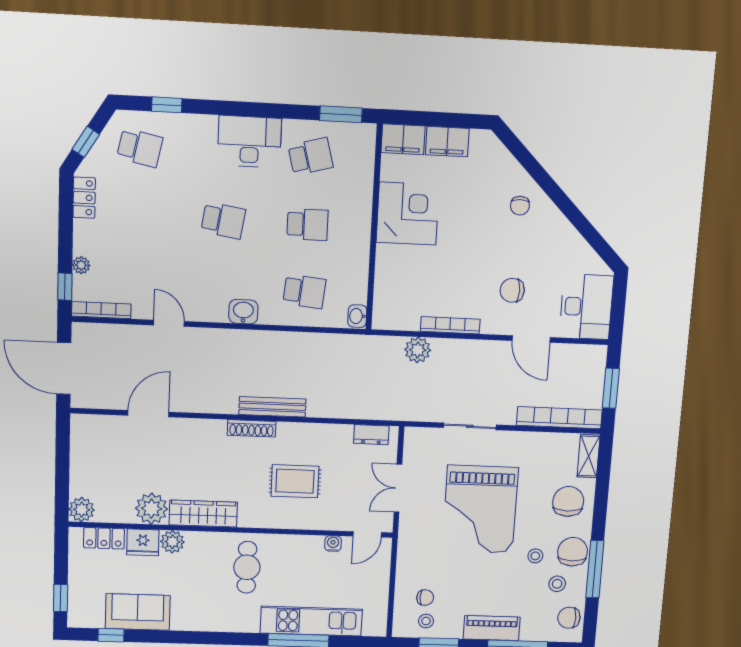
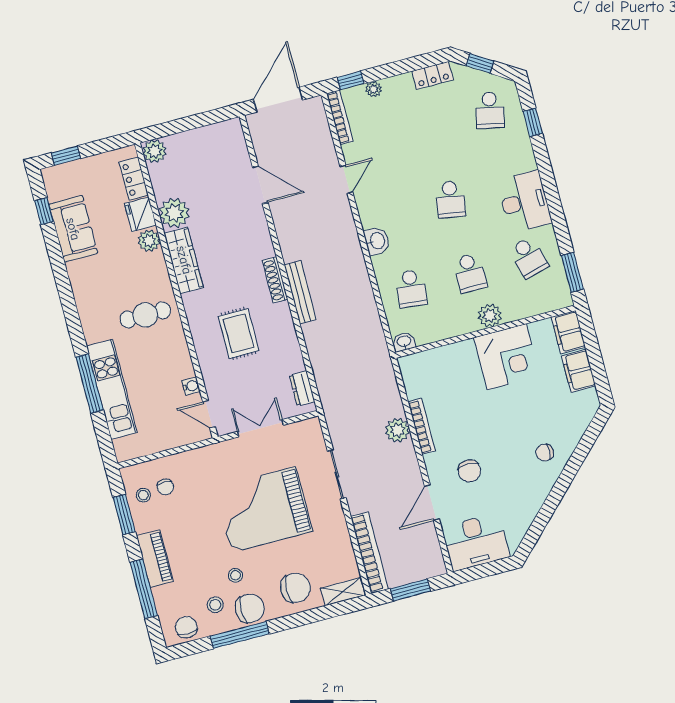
plant: (359, 218) -> (490, 316), added
chair: (512, 290) -> (469, 471), turned 180
plant: (418, 350) -> (398, 430), moved

